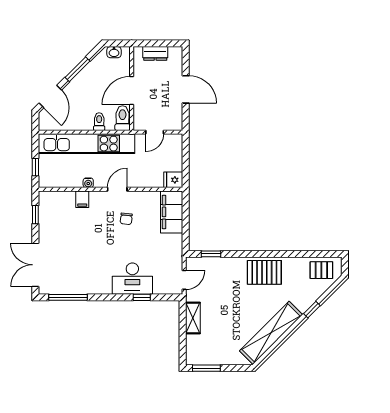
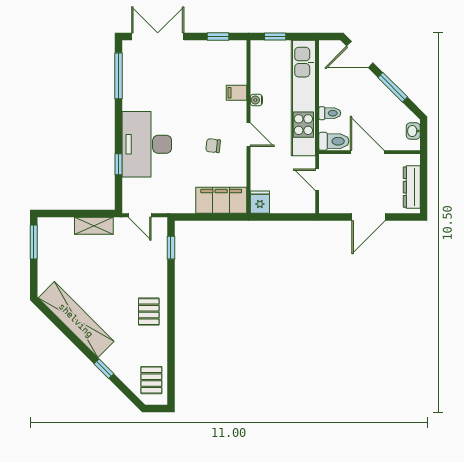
dresser: (155, 53) -> (412, 187), width x1.44
pallet: (264, 272) -> (149, 312), width x0.67, depth x0.71
desk: (132, 279) -> (147, 144), width x1.36, depth x1.30

